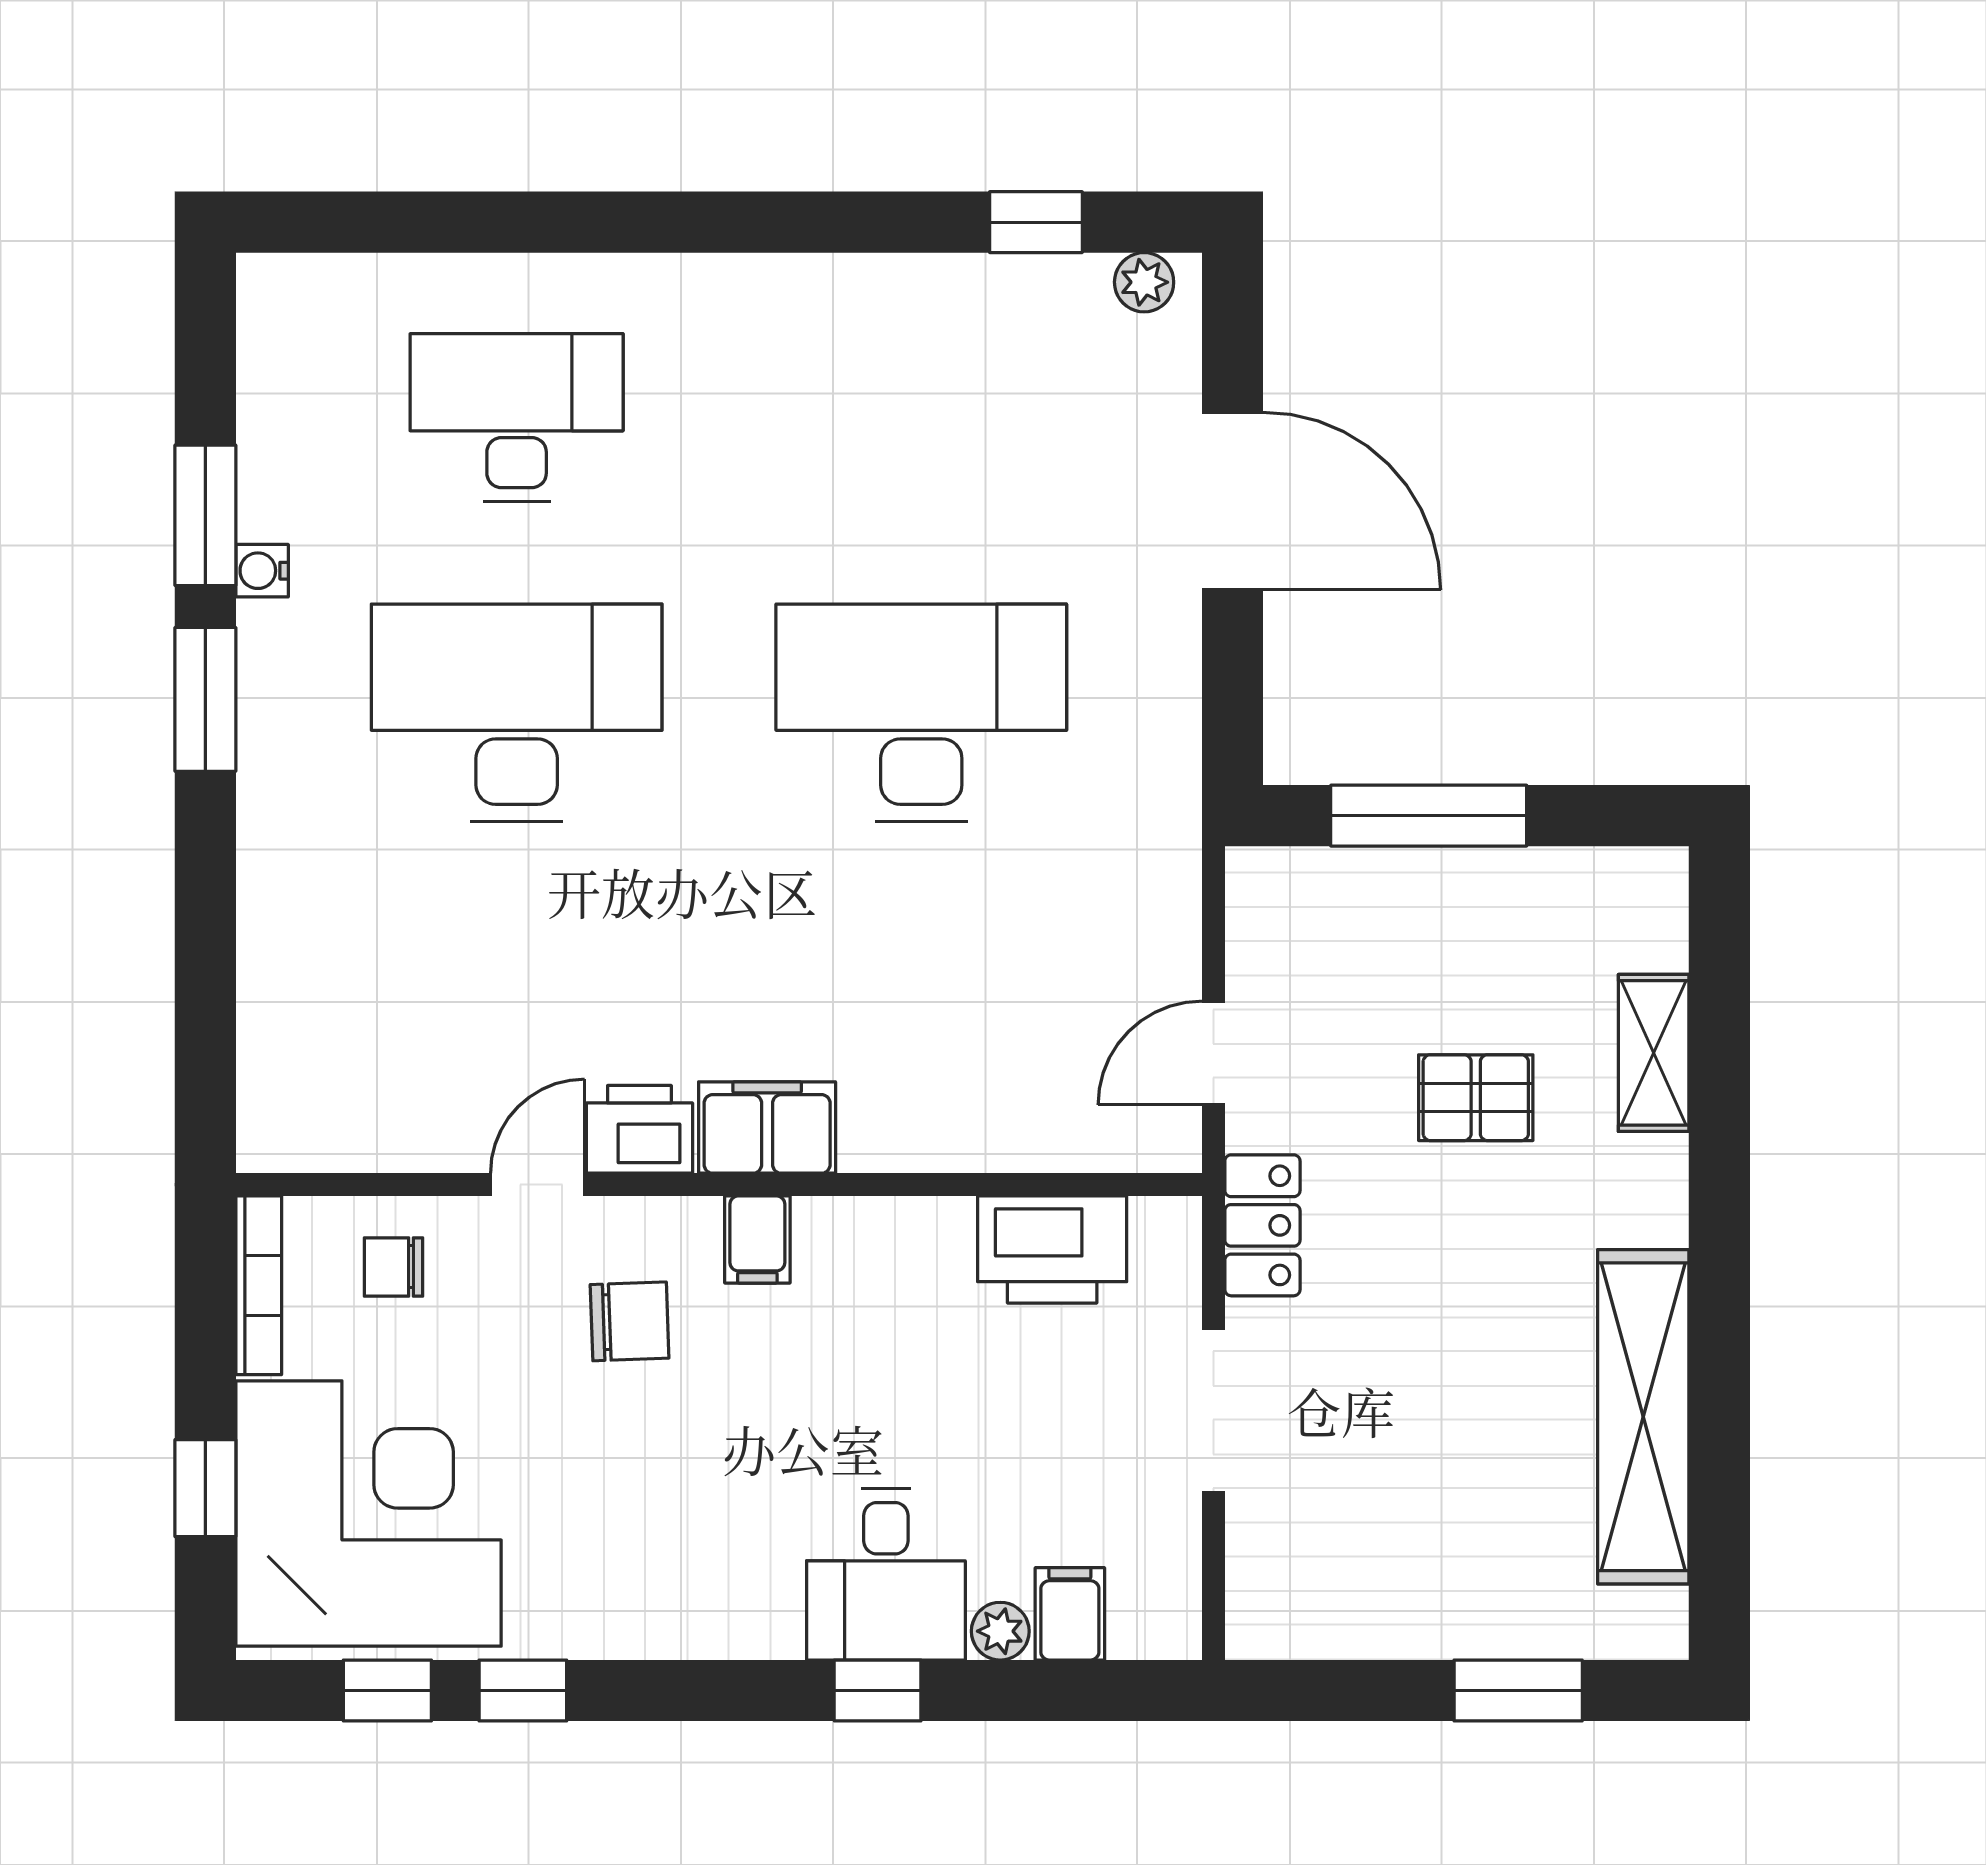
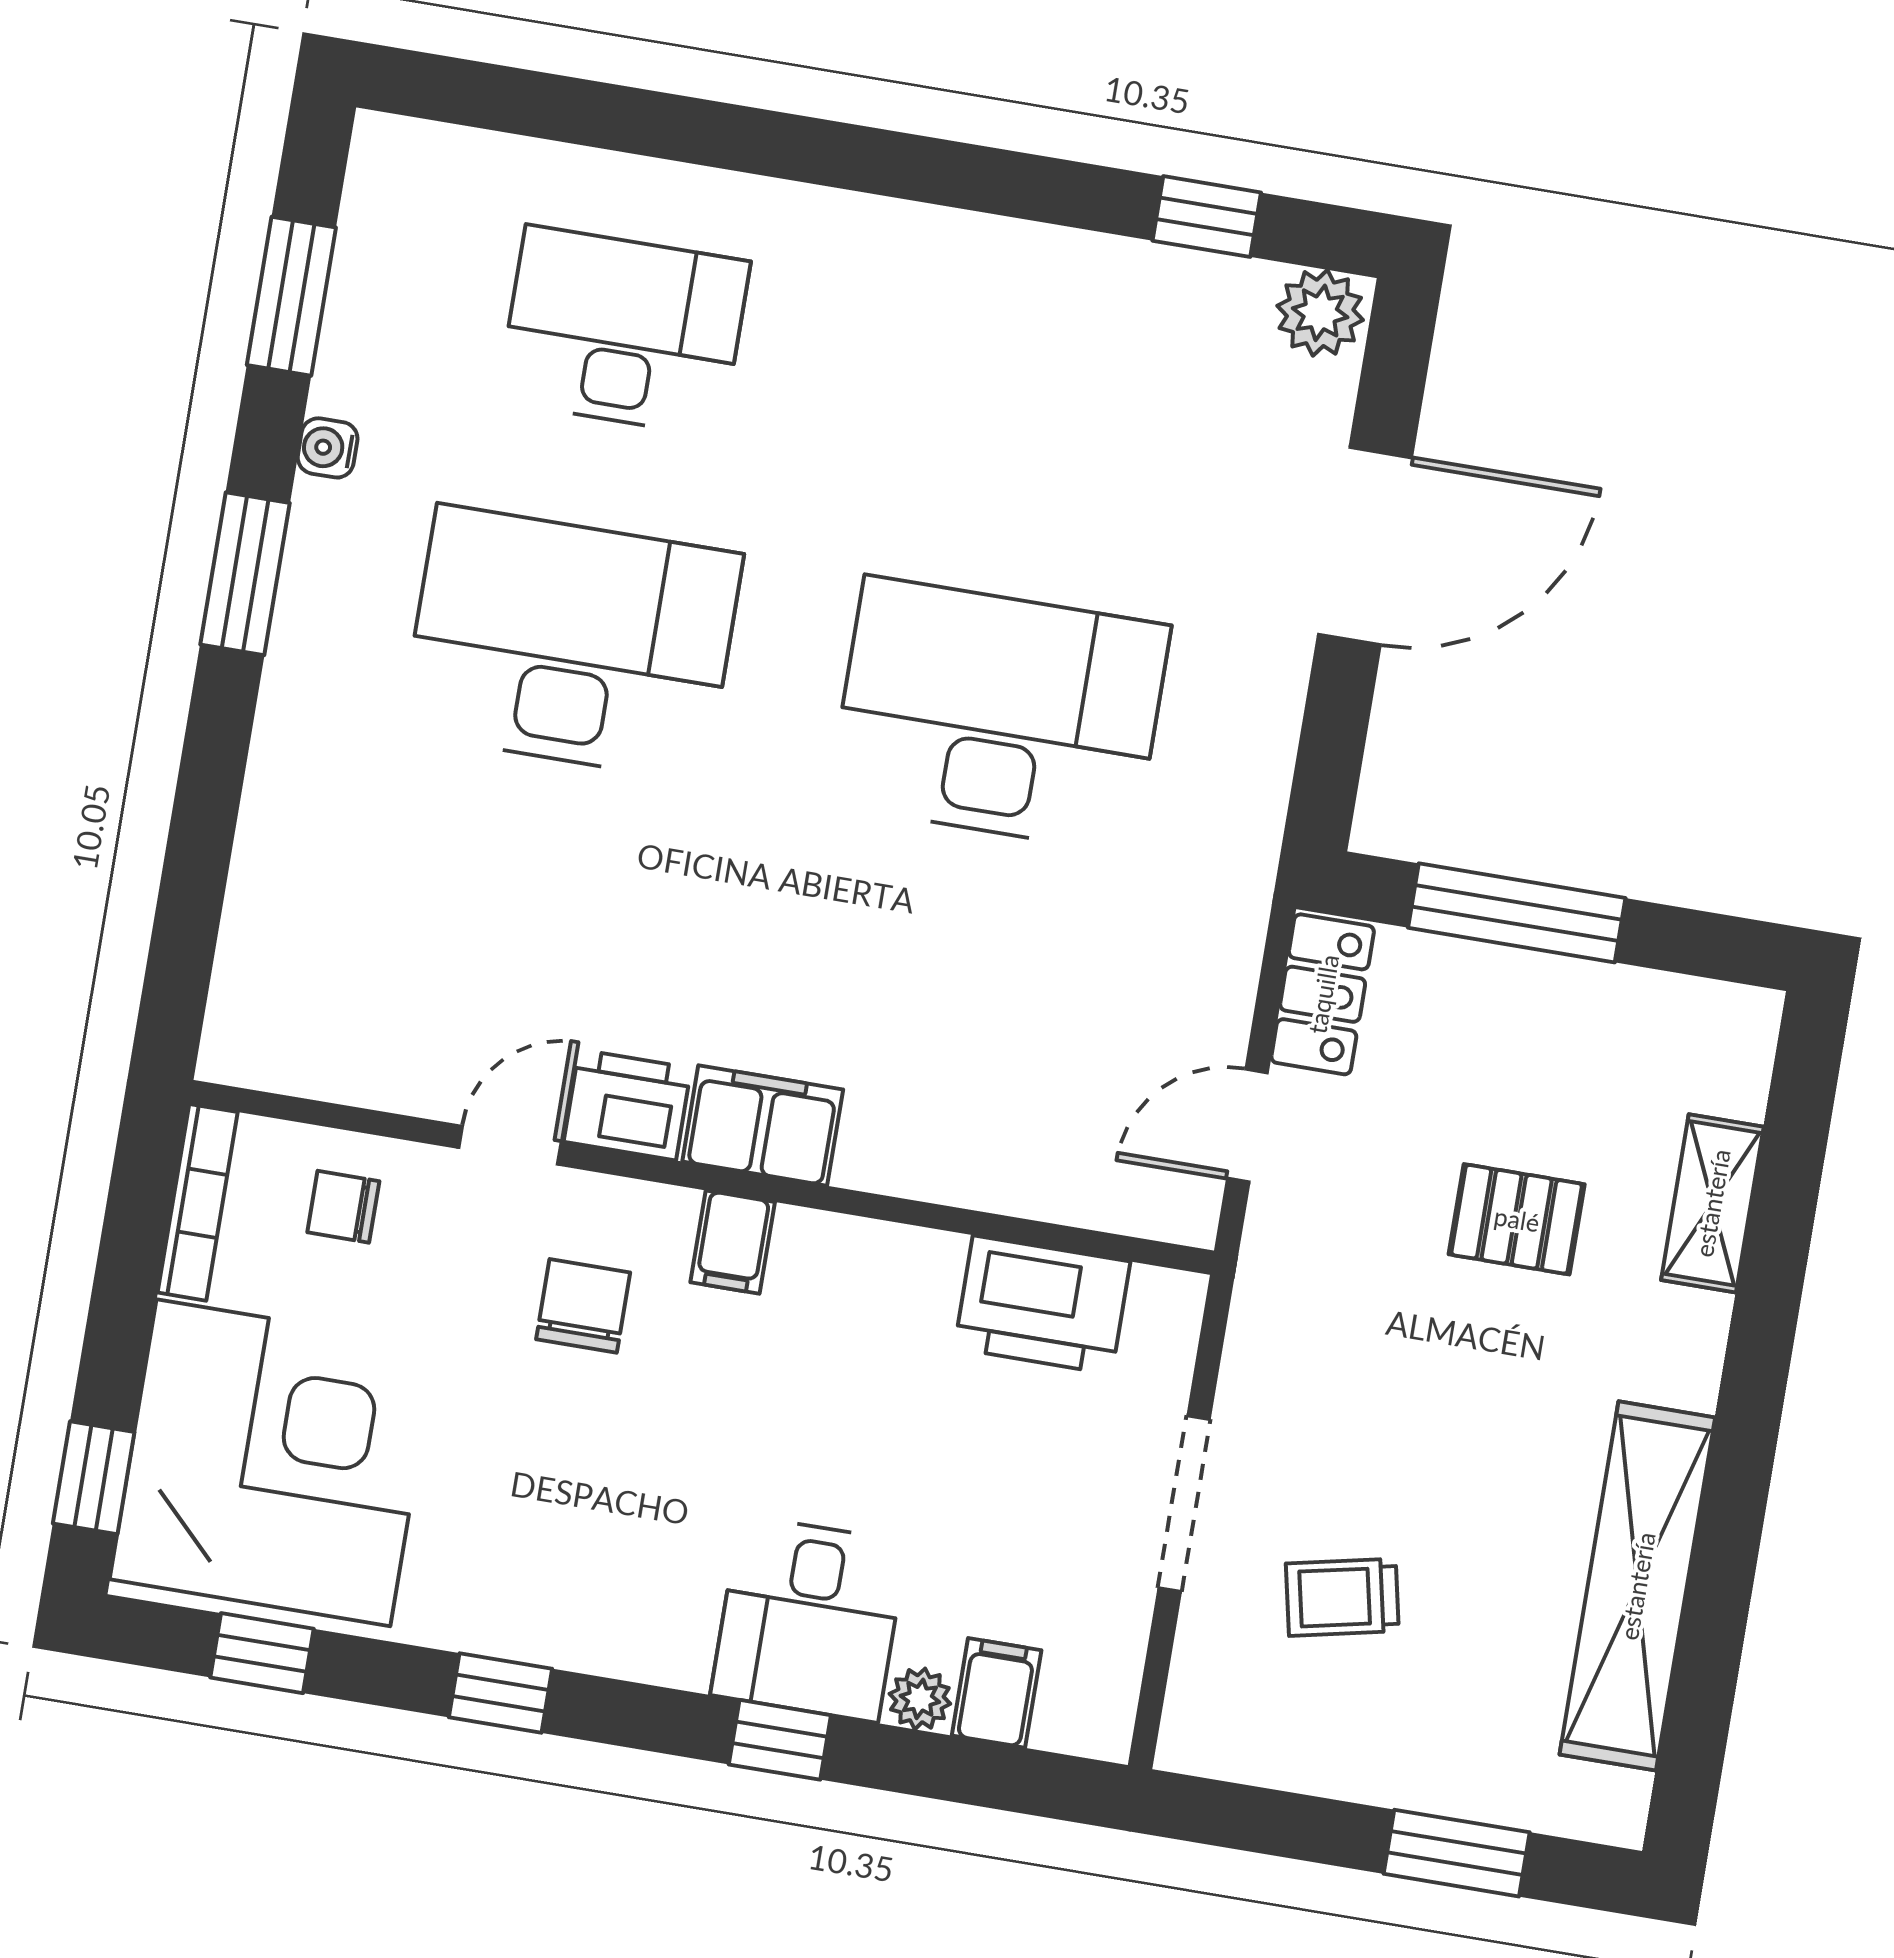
plant: (1144, 282) -> (1320, 313), width x1.38, depth x1.38
door: (1232, 501) -> (1365, 546), hinge flipped
window: (205, 515) -> (291, 296), moved
locker: (1262, 1225) -> (1323, 994), moved
chair: (630, 1321) -> (583, 1306), turned -88
trolley: (1374, 1473) -> (1342, 1597), added
window: (205, 1488) -> (94, 1478), moved
window: (523, 1691) -> (501, 1693), moved

